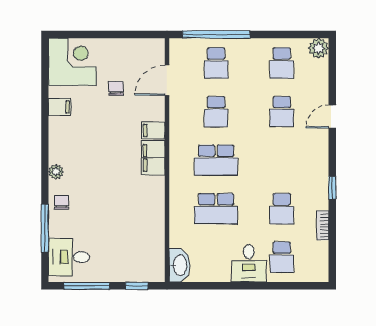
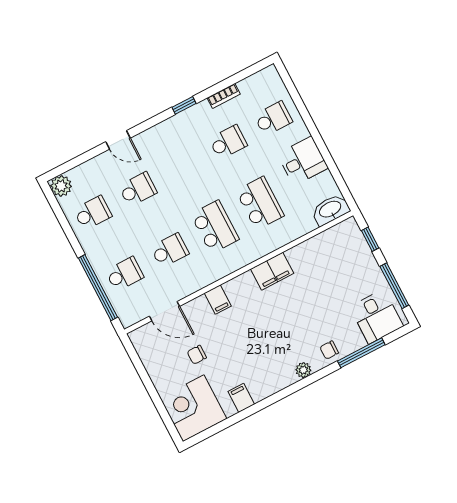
filing cabinet: (153, 158) -> (272, 271), moved
desk: (249, 263) -> (303, 161), moved

